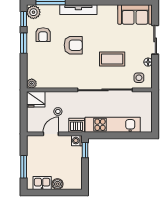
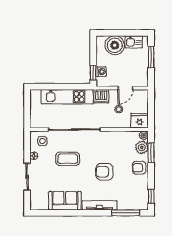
plant: (33, 12) -> (142, 147), moved
sofa: (135, 14) -> (65, 201), moved
armchair: (43, 35) -> (139, 168), moved, turned -90
window: (24, 43) -> (151, 153), moved
washing machine: (77, 141) -> (101, 72), moved
boiler: (57, 184) -> (115, 45), width x1.86, depth x1.86

